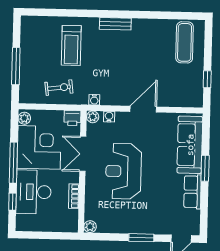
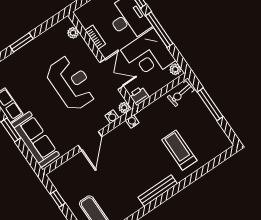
bench: (115, 24) -> (158, 191), width x1.36
exercise bike: (59, 88) -> (181, 94), moved
plant: (90, 227) -> (73, 33), moved

